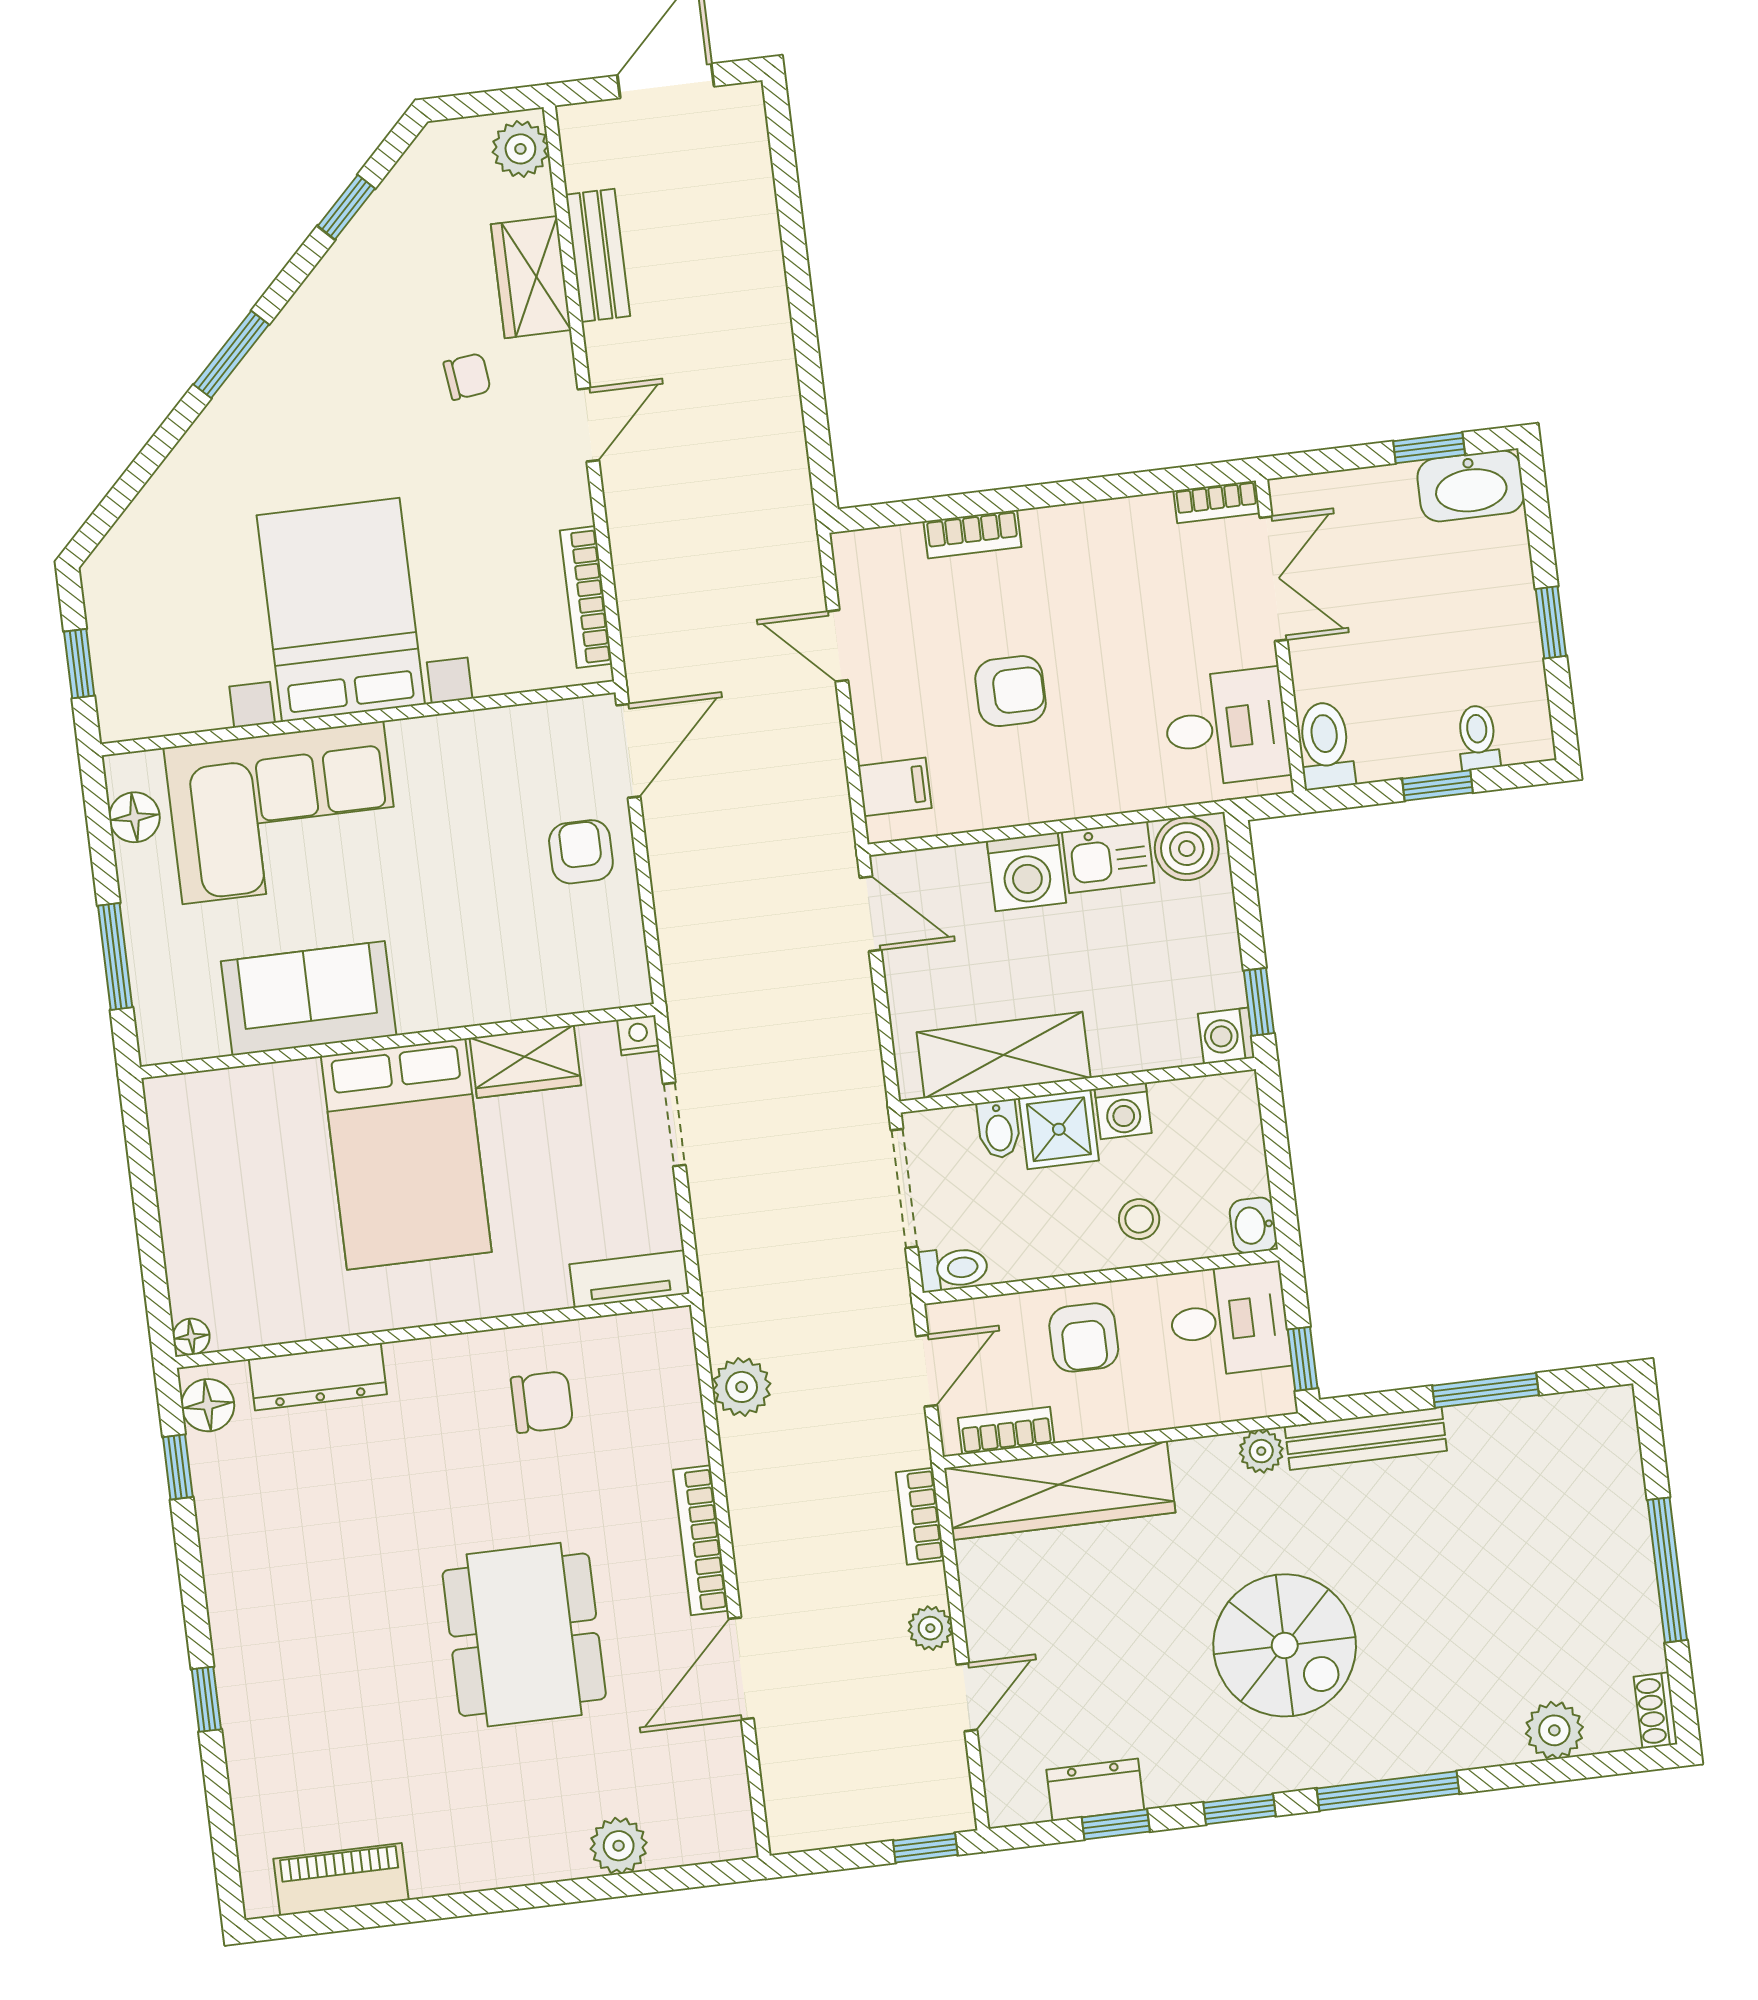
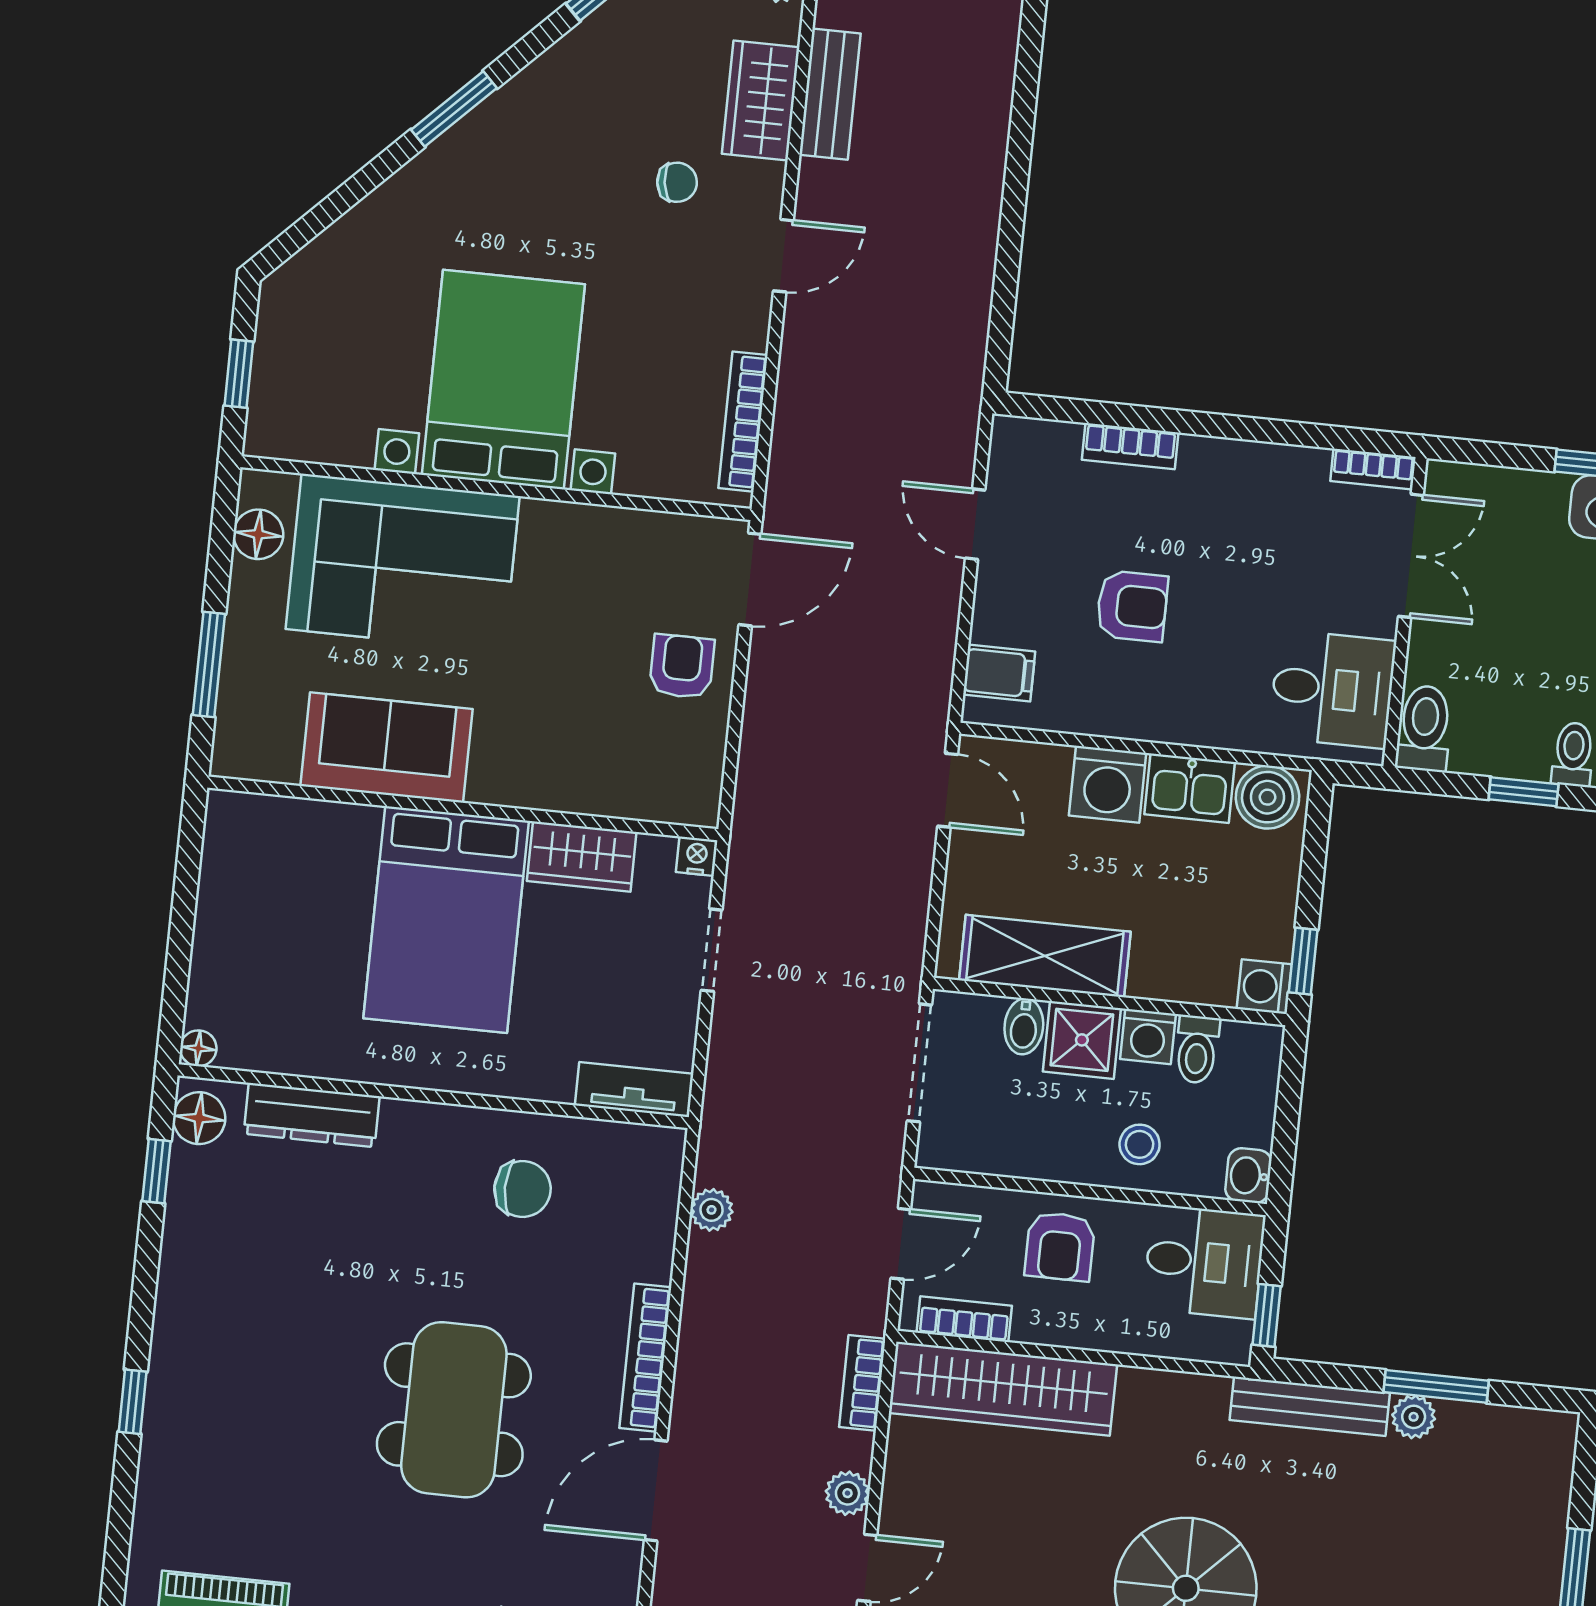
toilet: (953, 1268) -> (1197, 1049), moved, turned 90
plant: (742, 1387) -> (712, 1210), width x0.73, depth x0.73
plant: (1261, 1451) -> (1414, 1417), moved

